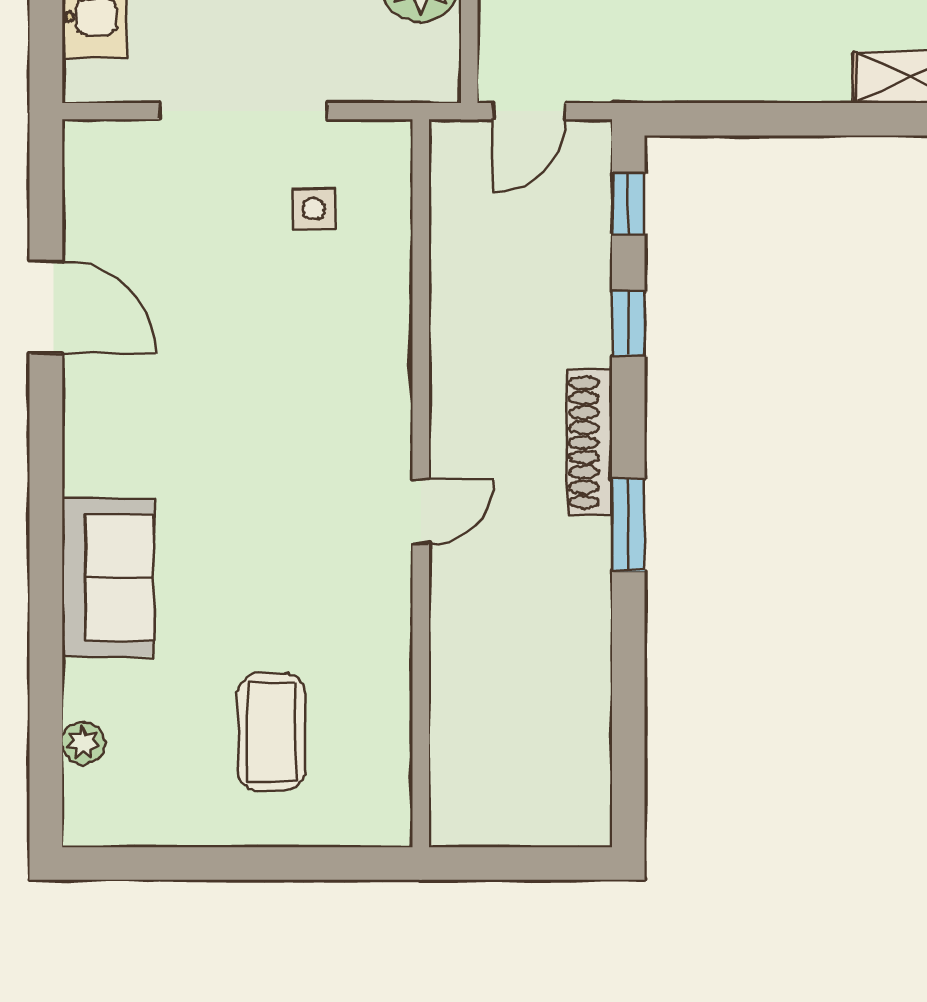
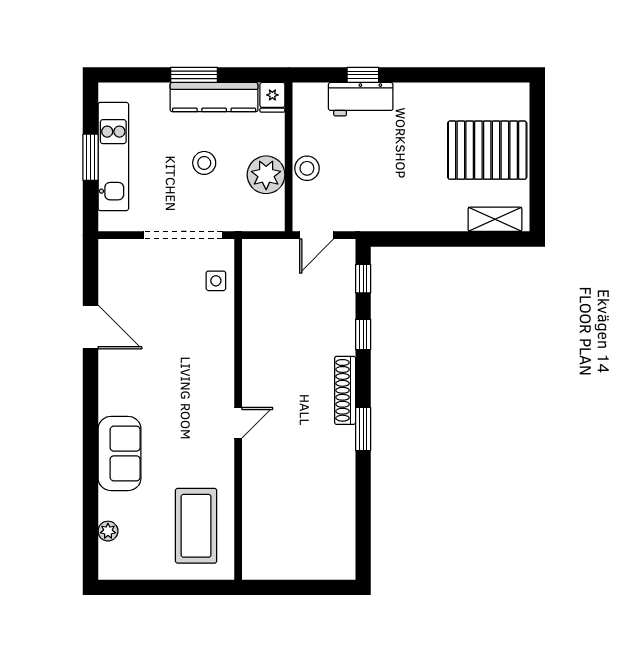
wall: (421, 483) -> (238, 409), moved
door: (421, 512) -> (238, 423), moved
coffee table: (271, 732) -> (196, 526), width x1.36, depth x1.32

